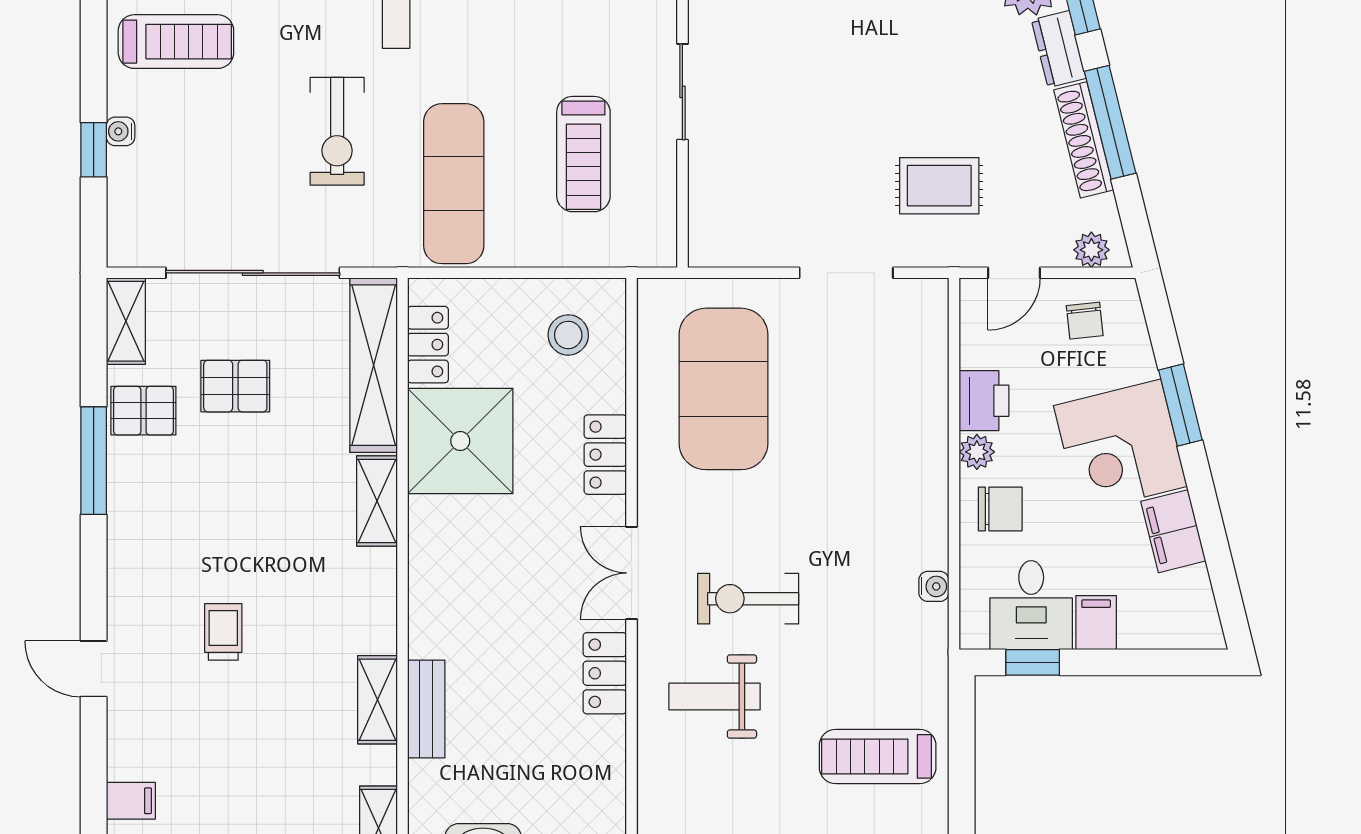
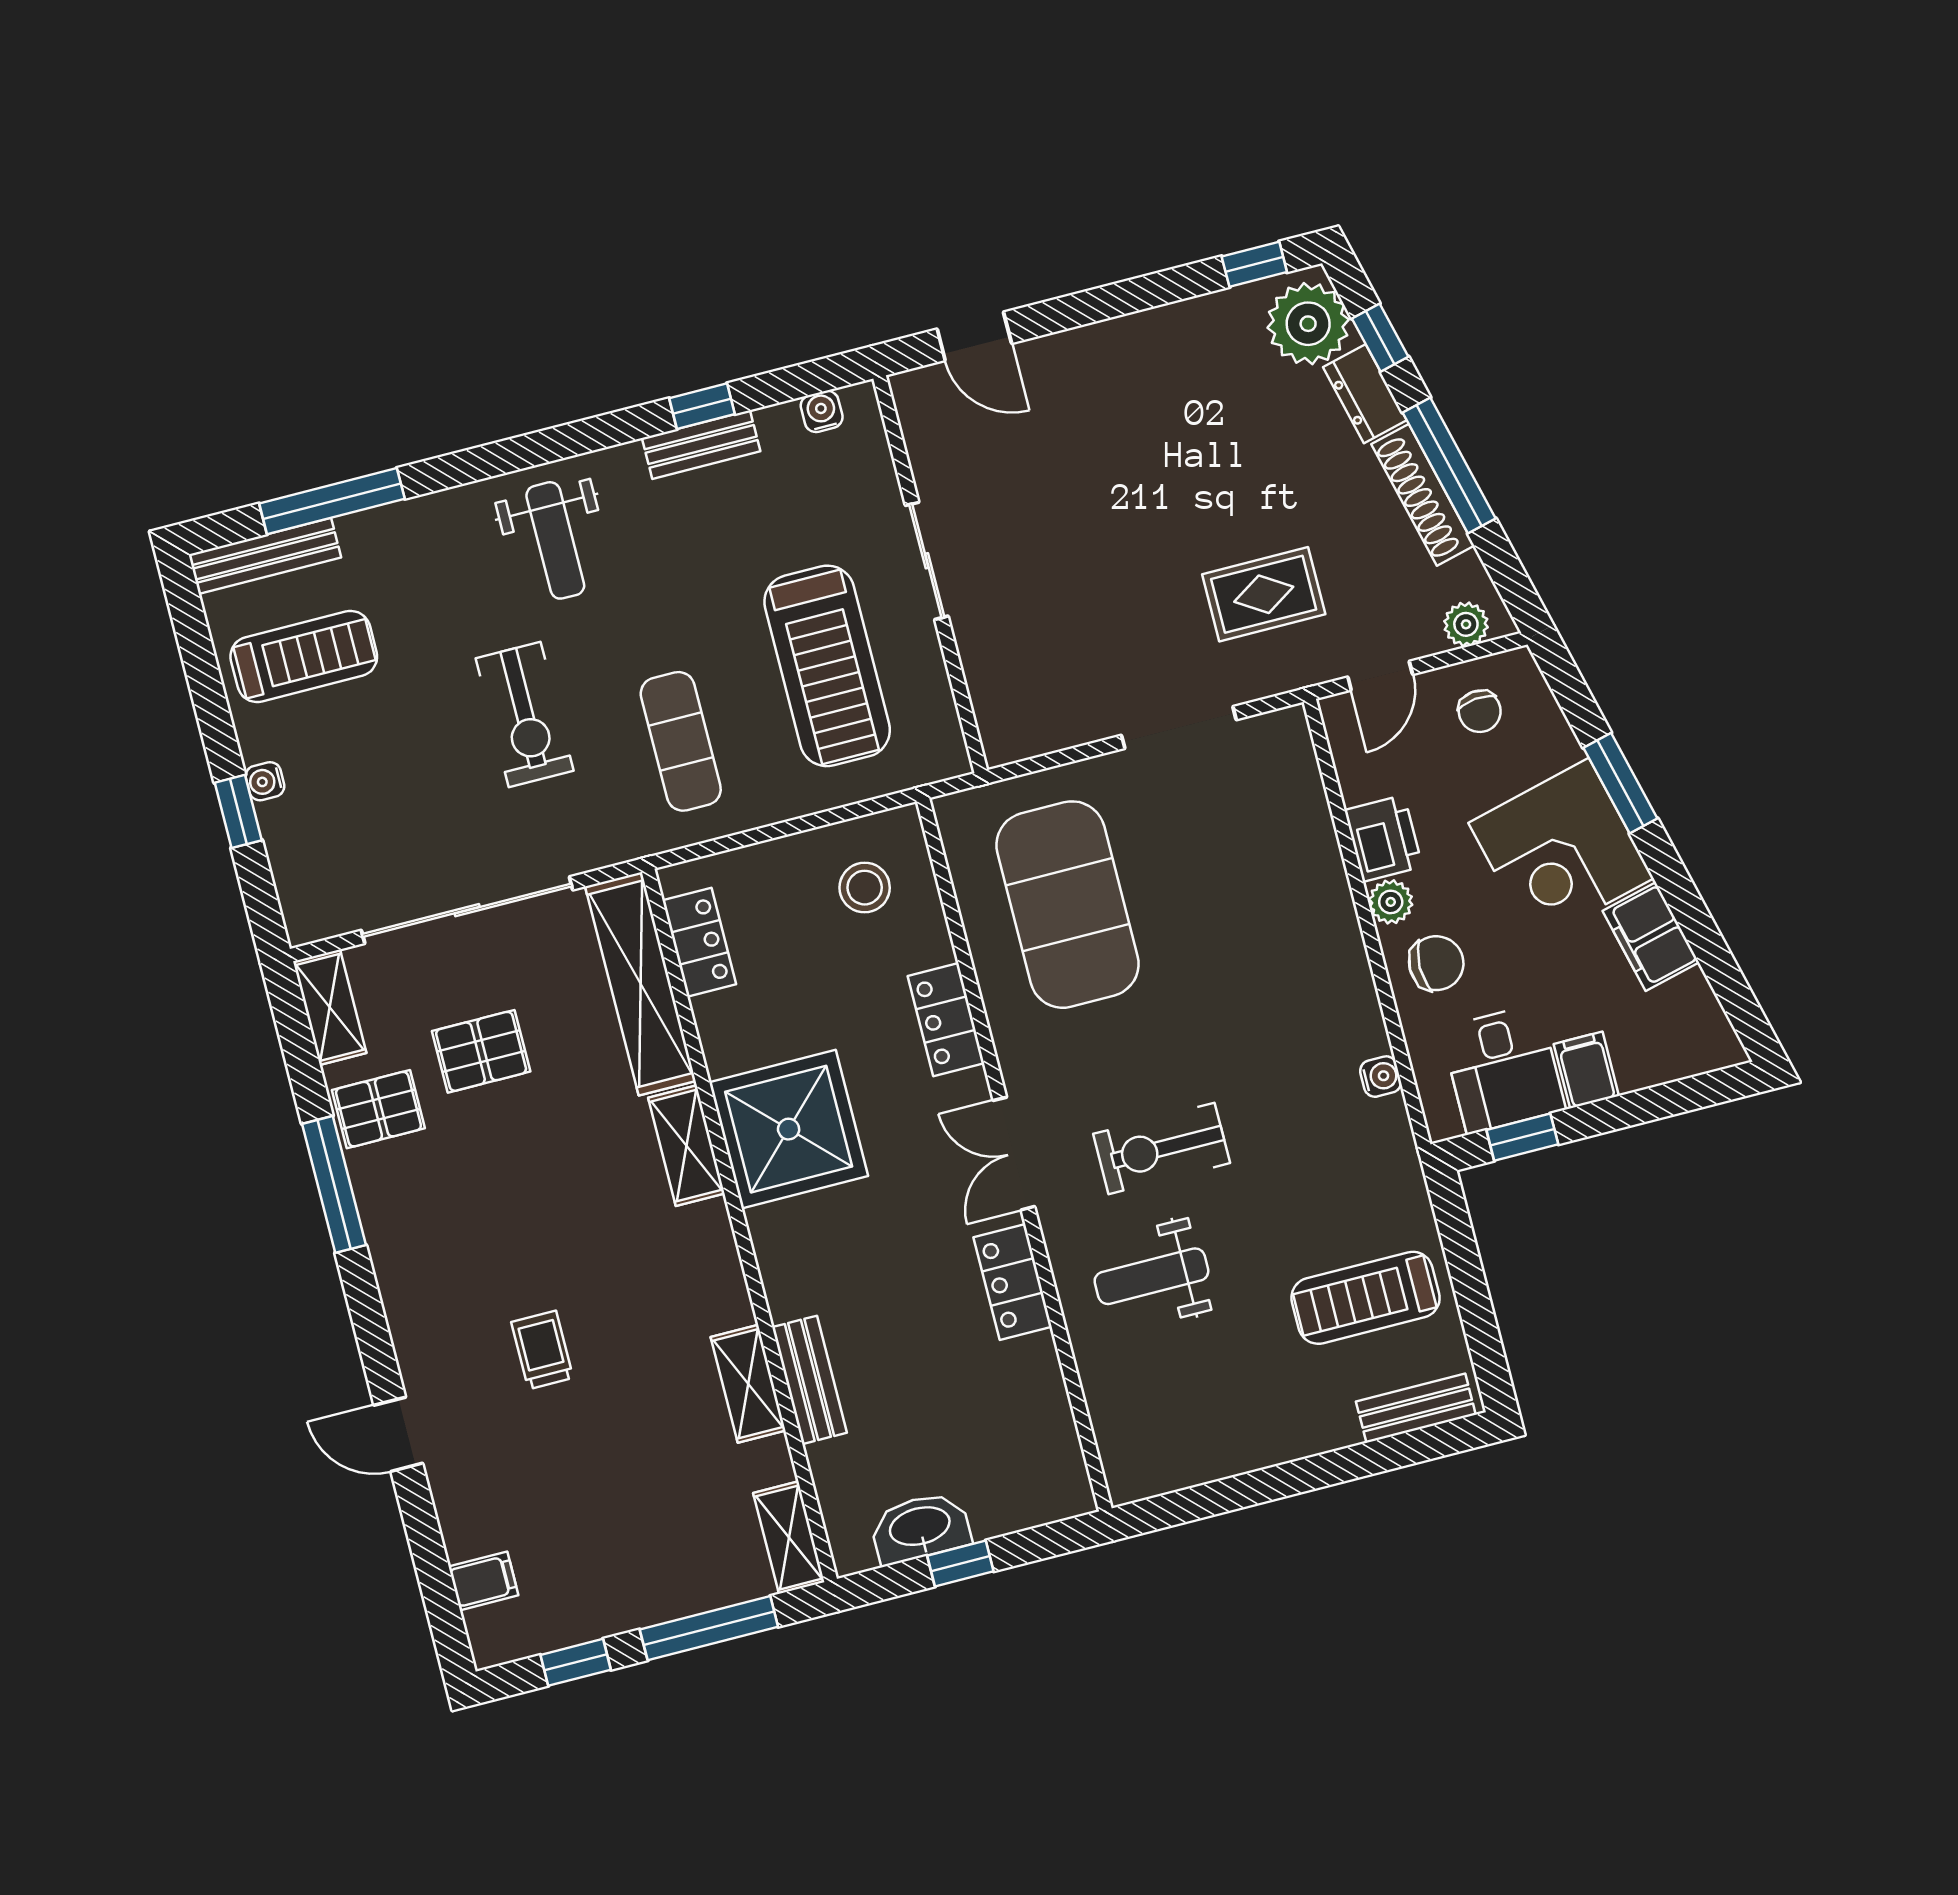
treadmill: (583, 154) -> (827, 666), width x1.37, depth x1.38
exercise mat: (454, 184) -> (681, 741), width x0.73, depth x0.69
shower: (460, 441) -> (789, 1129), moved

